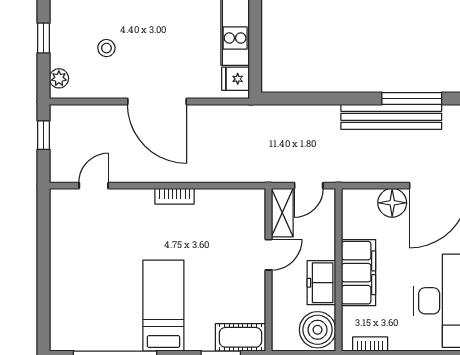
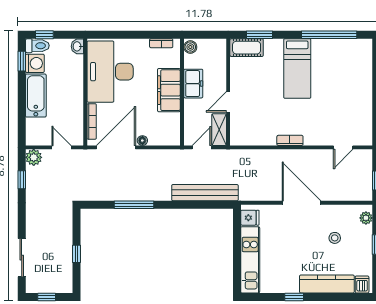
bench: (391, 117) -> (205, 193), moved
floor lamp: (392, 203) -> (142, 141), width x0.53, depth x0.53
boiler: (318, 330) -> (190, 47), width x0.54, depth x0.54

